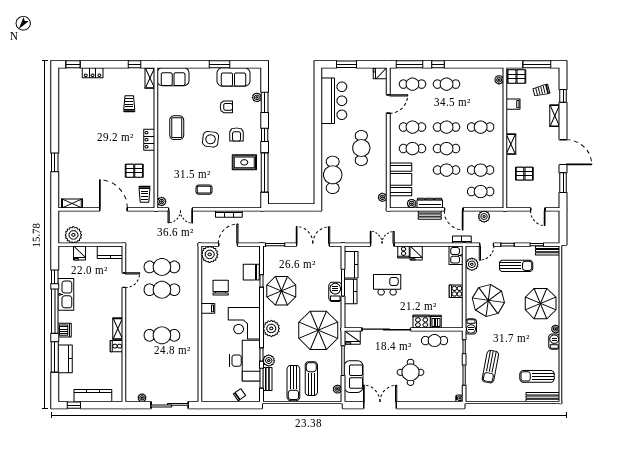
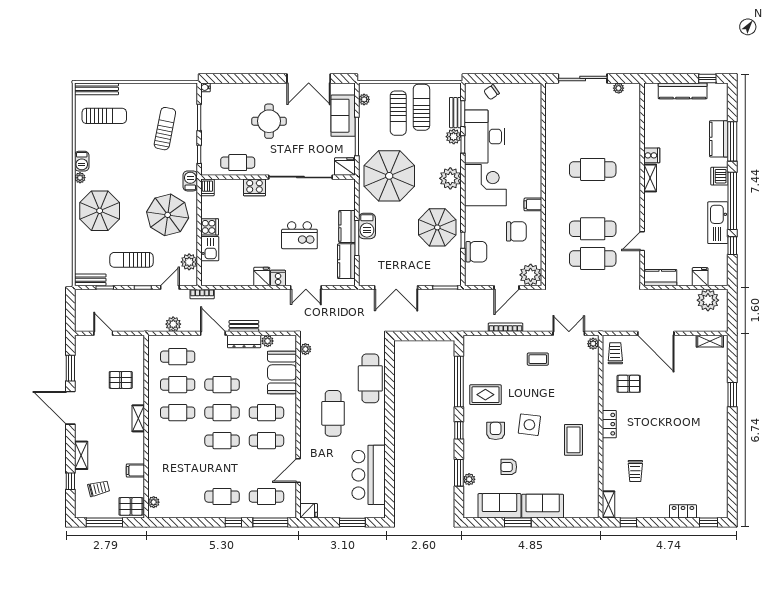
sofa: (173, 77) -> (543, 506), moved
cafe table: (481, 127) -> (178, 413), moved
kitchen sink: (456, 255) -> (210, 249), moved
chair: (221, 288) -> (516, 231), turned -90
dishwasher: (436, 322) -> (207, 187), moved

